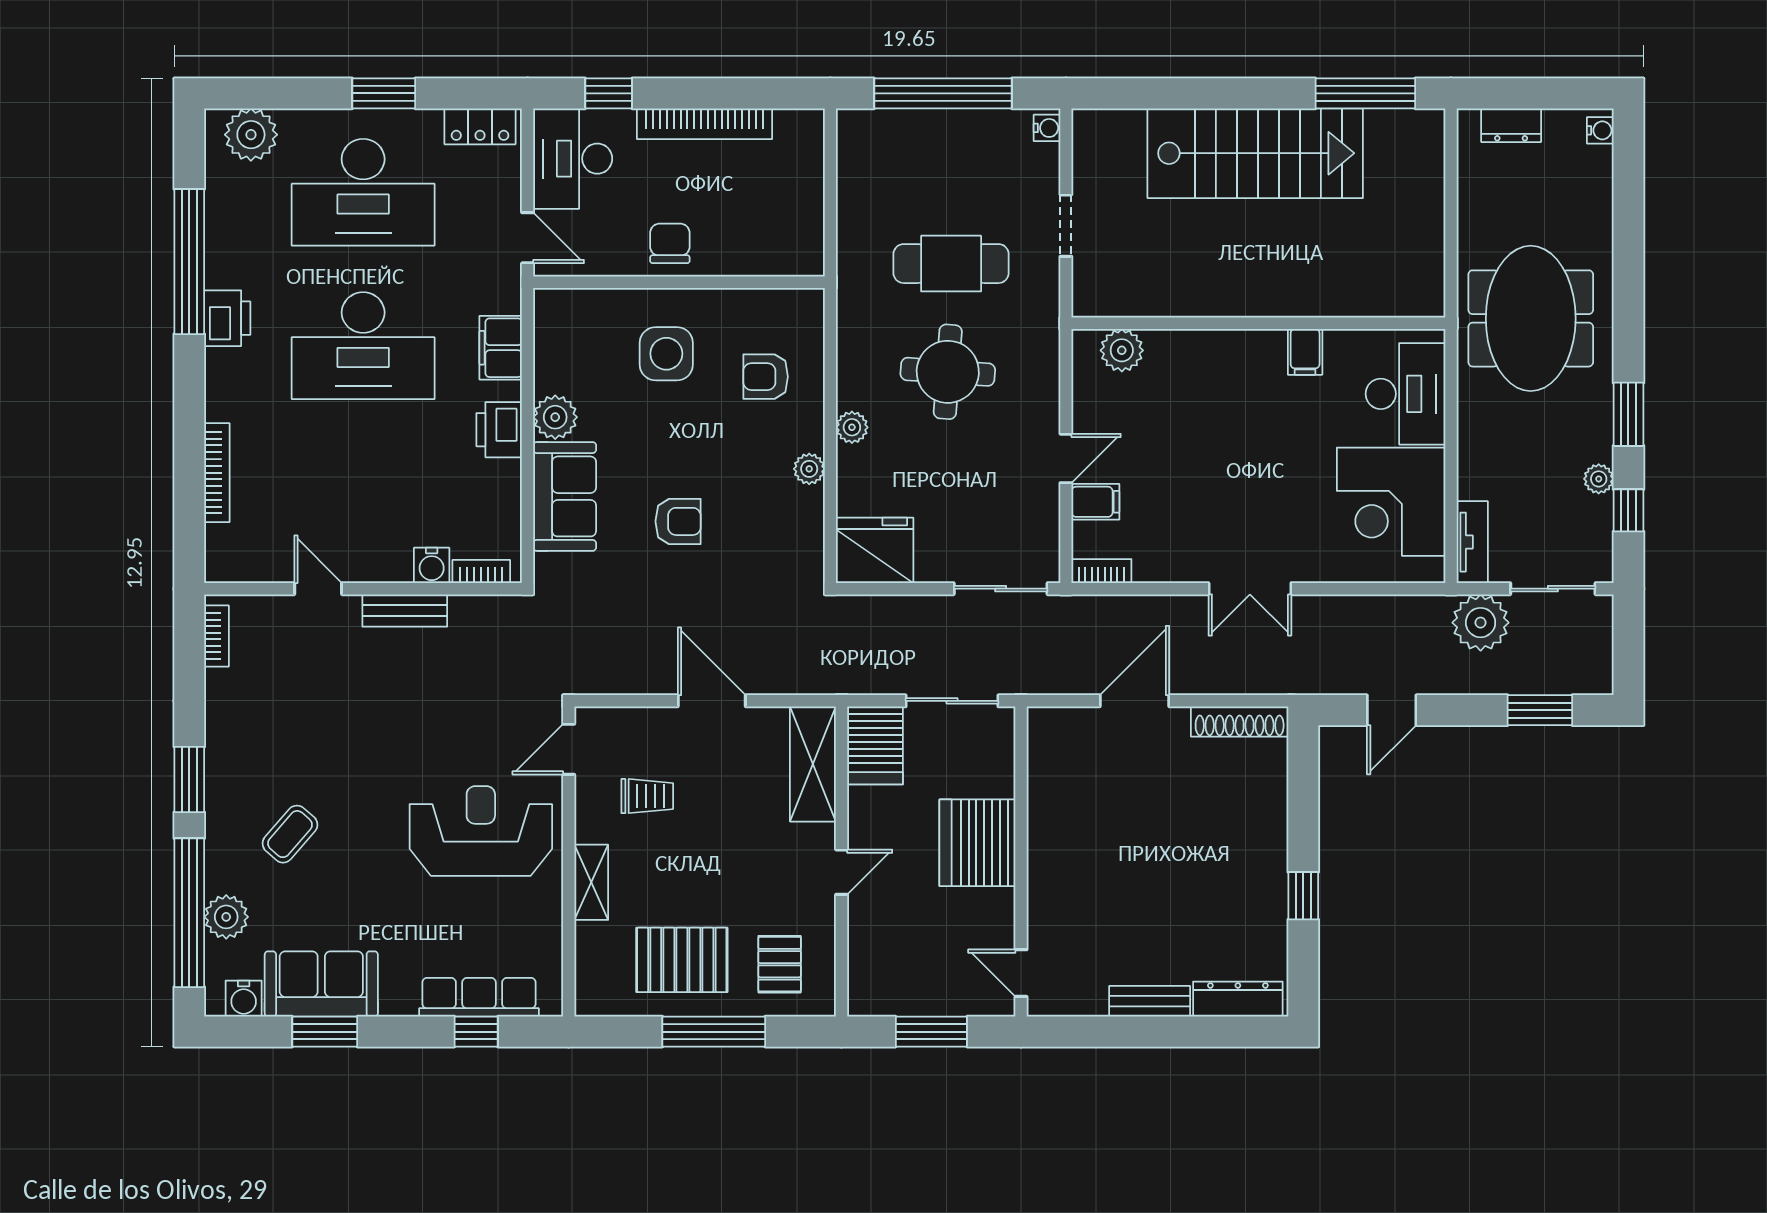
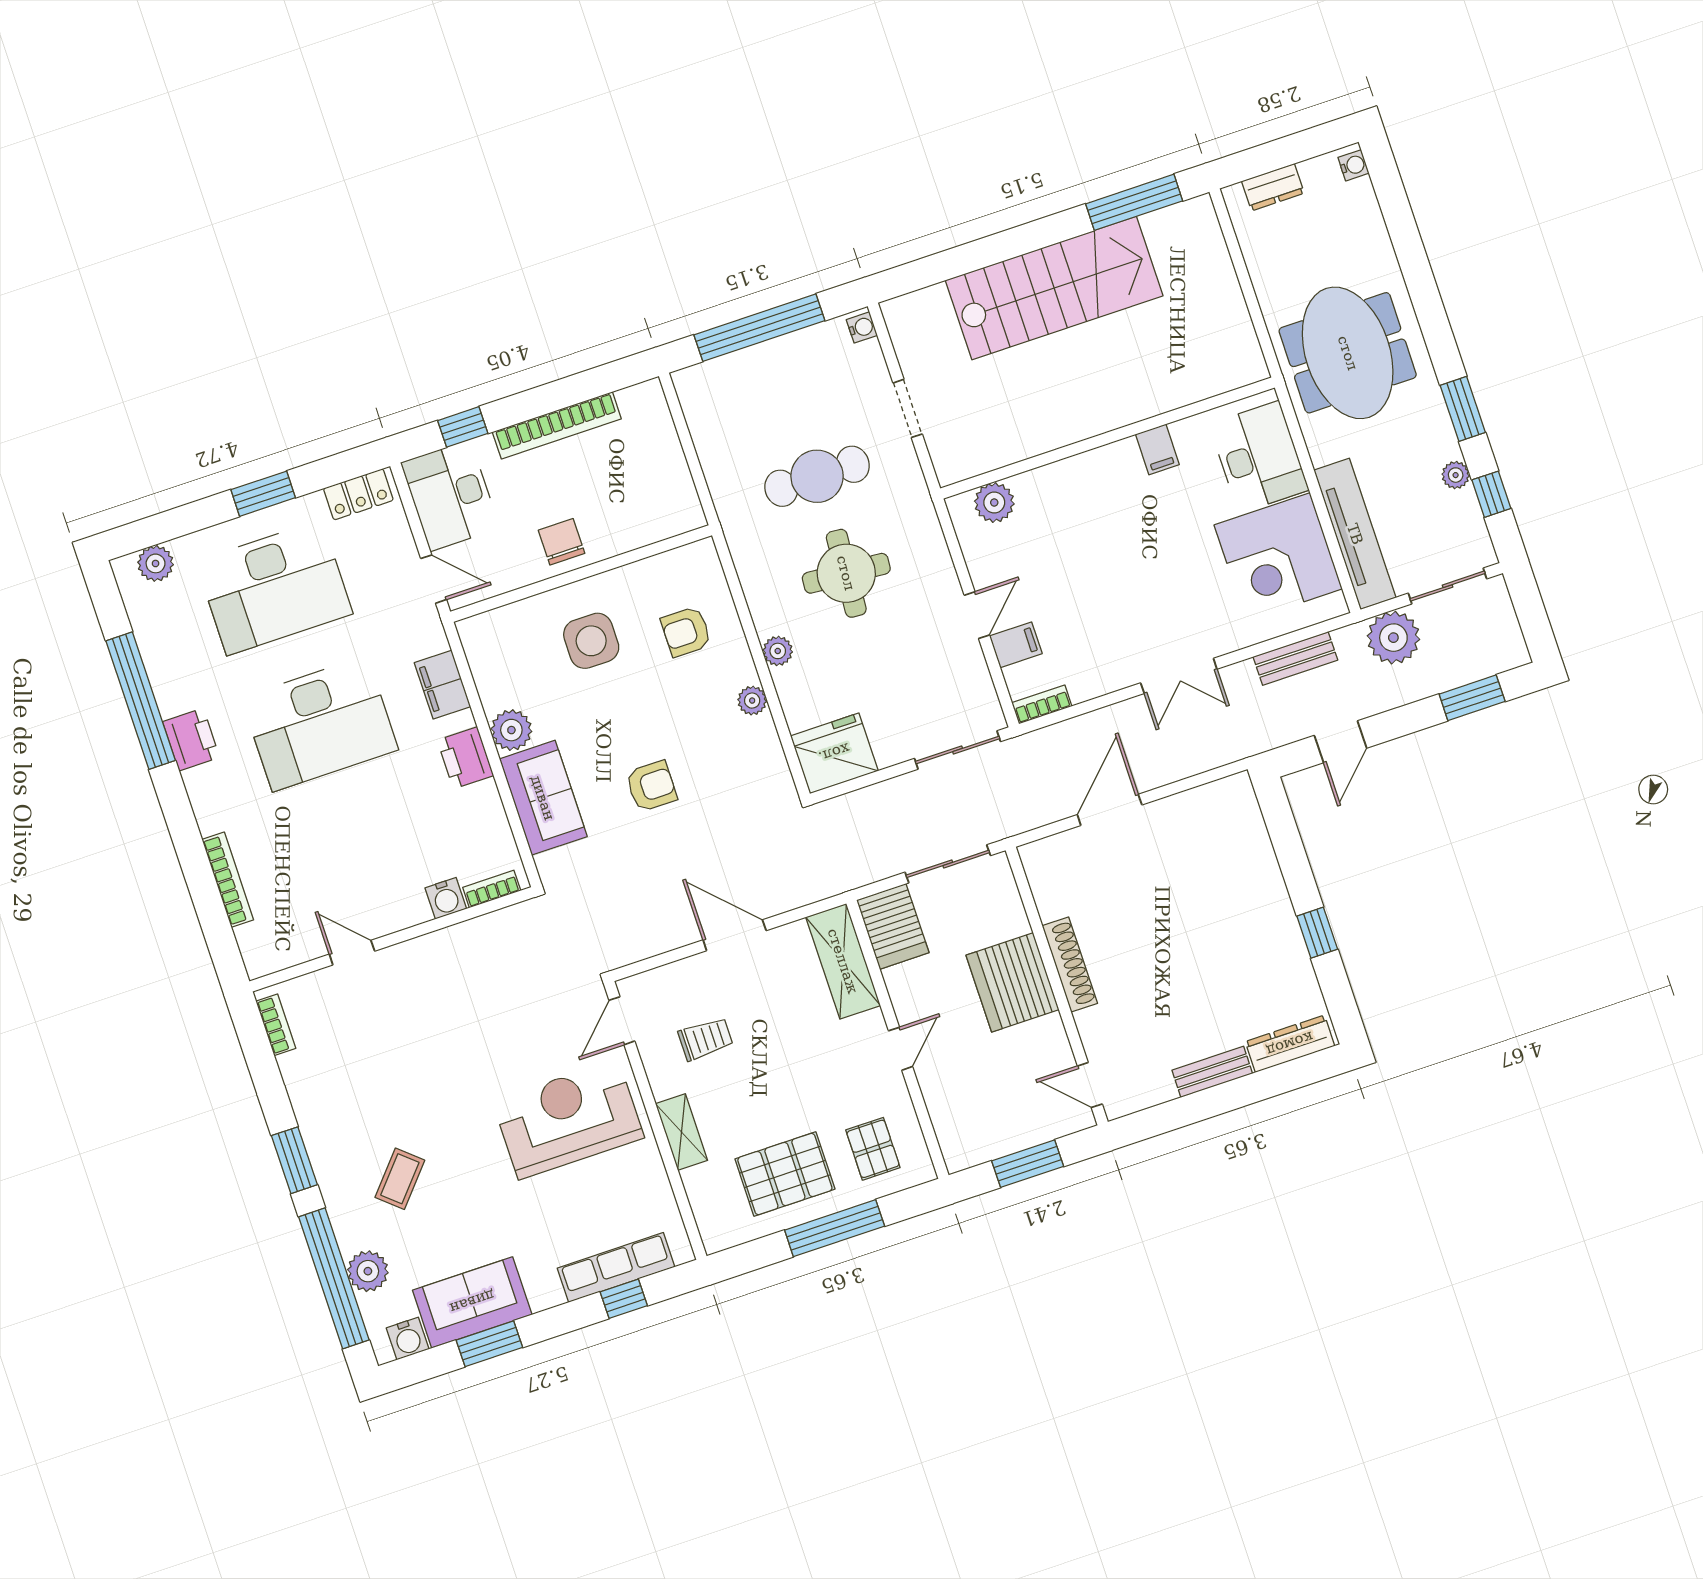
plant: (251, 135) -> (156, 563), width x0.73, depth x0.73
tv unit: (1472, 542) -> (1355, 534), width x1.92, depth x1.29
bench: (405, 610) -> (1295, 658), moved
shoe rack: (1240, 721) -> (1070, 964), moved, turned -90

